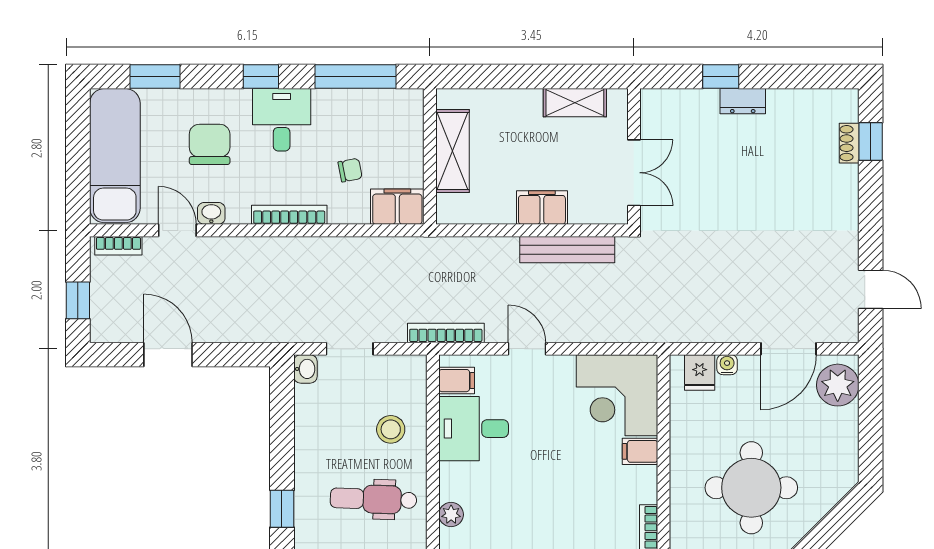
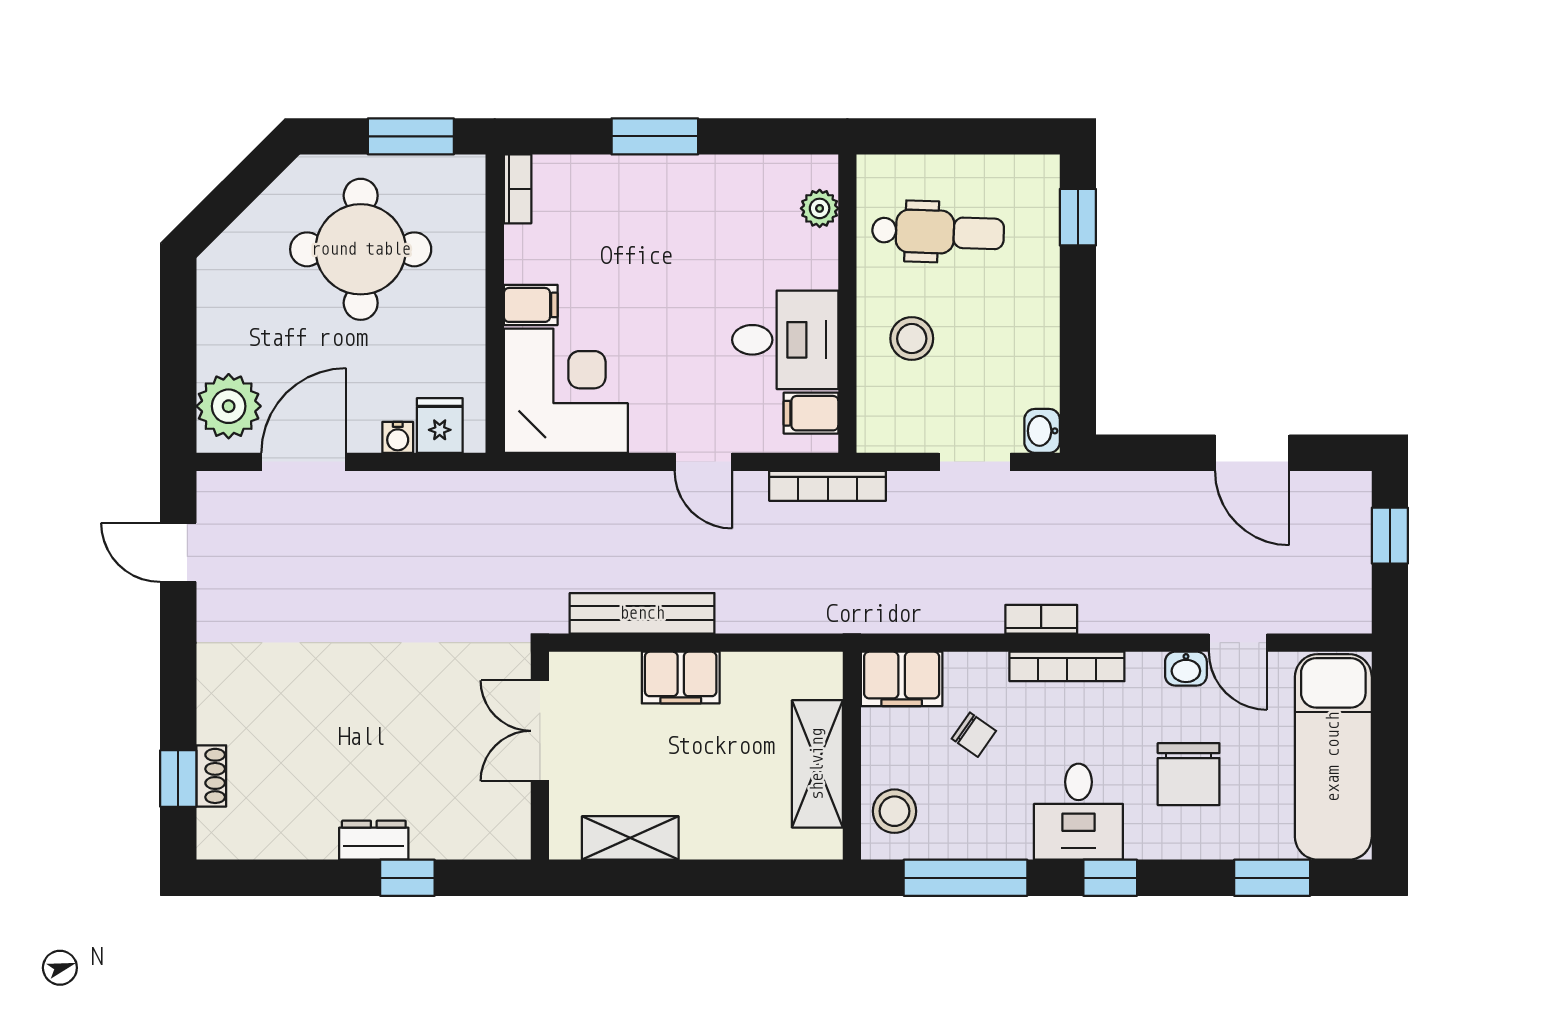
stool: (402, 120) -> (895, 811), added
chair: (350, 170) -> (974, 735), turned -134
bookcase: (118, 246) -> (1041, 619), moved

